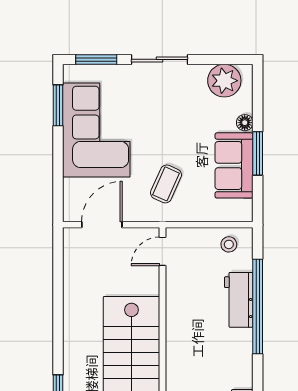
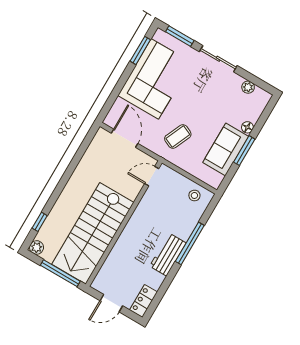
plant: (224, 81) -> (248, 87), width x0.53, depth x0.53
door: (102, 225) -> (125, 138), hinge flipped
workbench: (239, 300) -> (168, 255), moved
window: (258, 307) -> (190, 243), width x0.68

